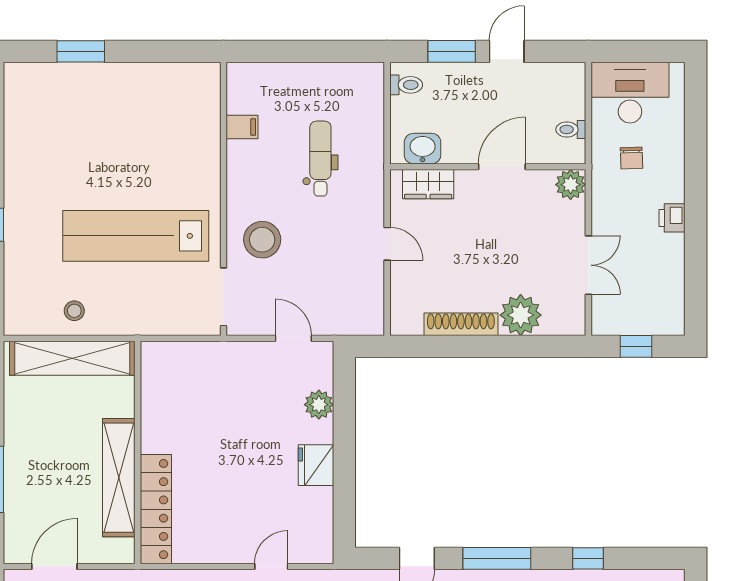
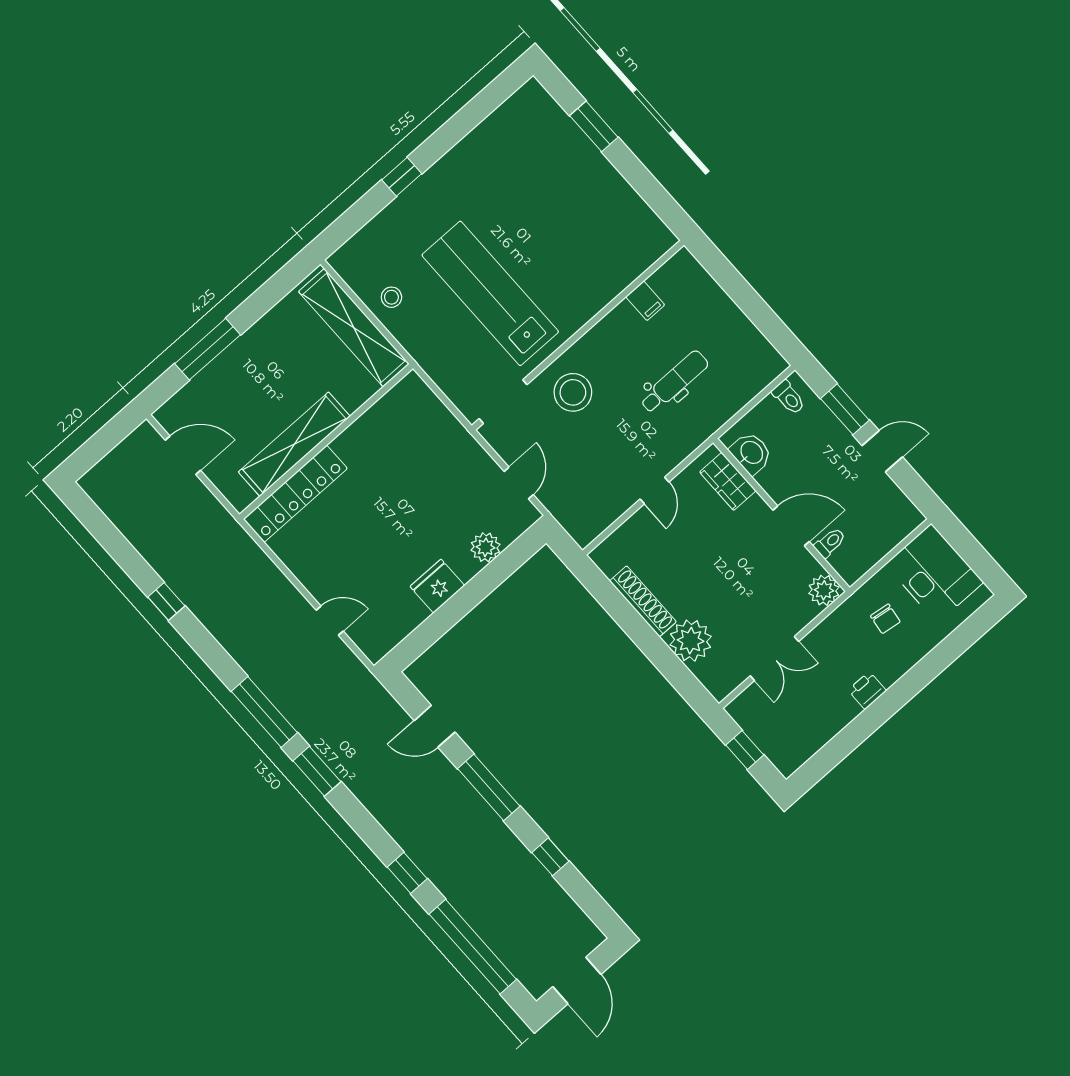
toilet: (571, 129) -> (830, 543), moved, turned 90
chair: (631, 158) -> (885, 619), turned -80

